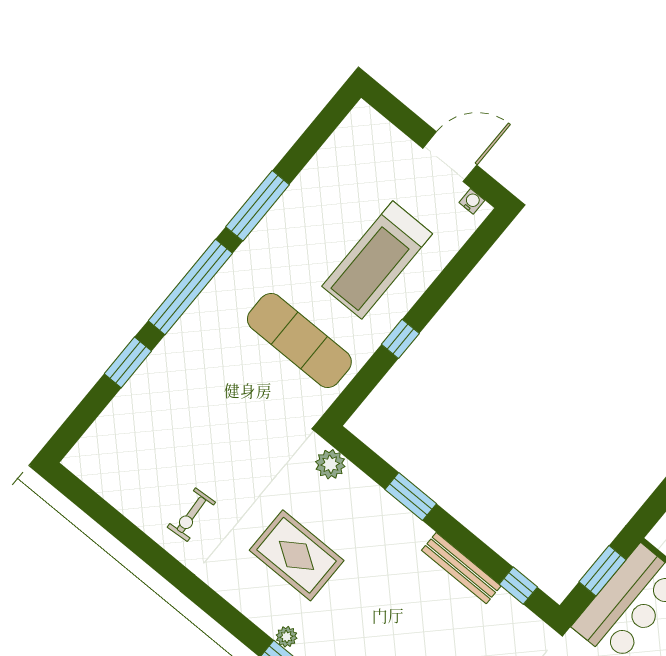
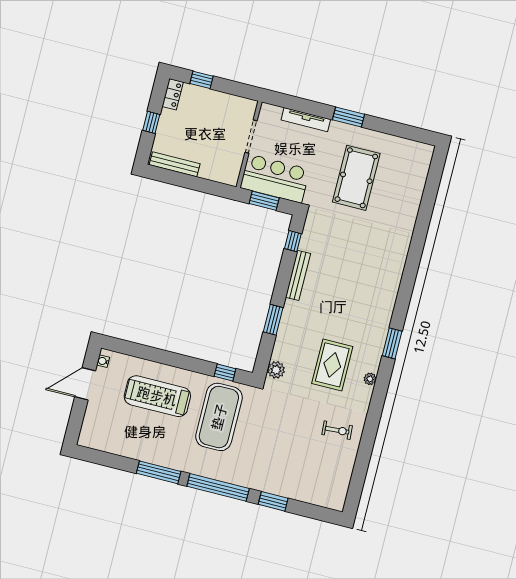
door: (450, 157) -> (85, 384), hinge flipped
treadmill: (377, 260) -> (157, 396), turned 180
window: (400, 339) -> (225, 372), moved
exercise mat: (299, 340) -> (219, 417), width x1.47
plant: (287, 637) -> (370, 379), moved

